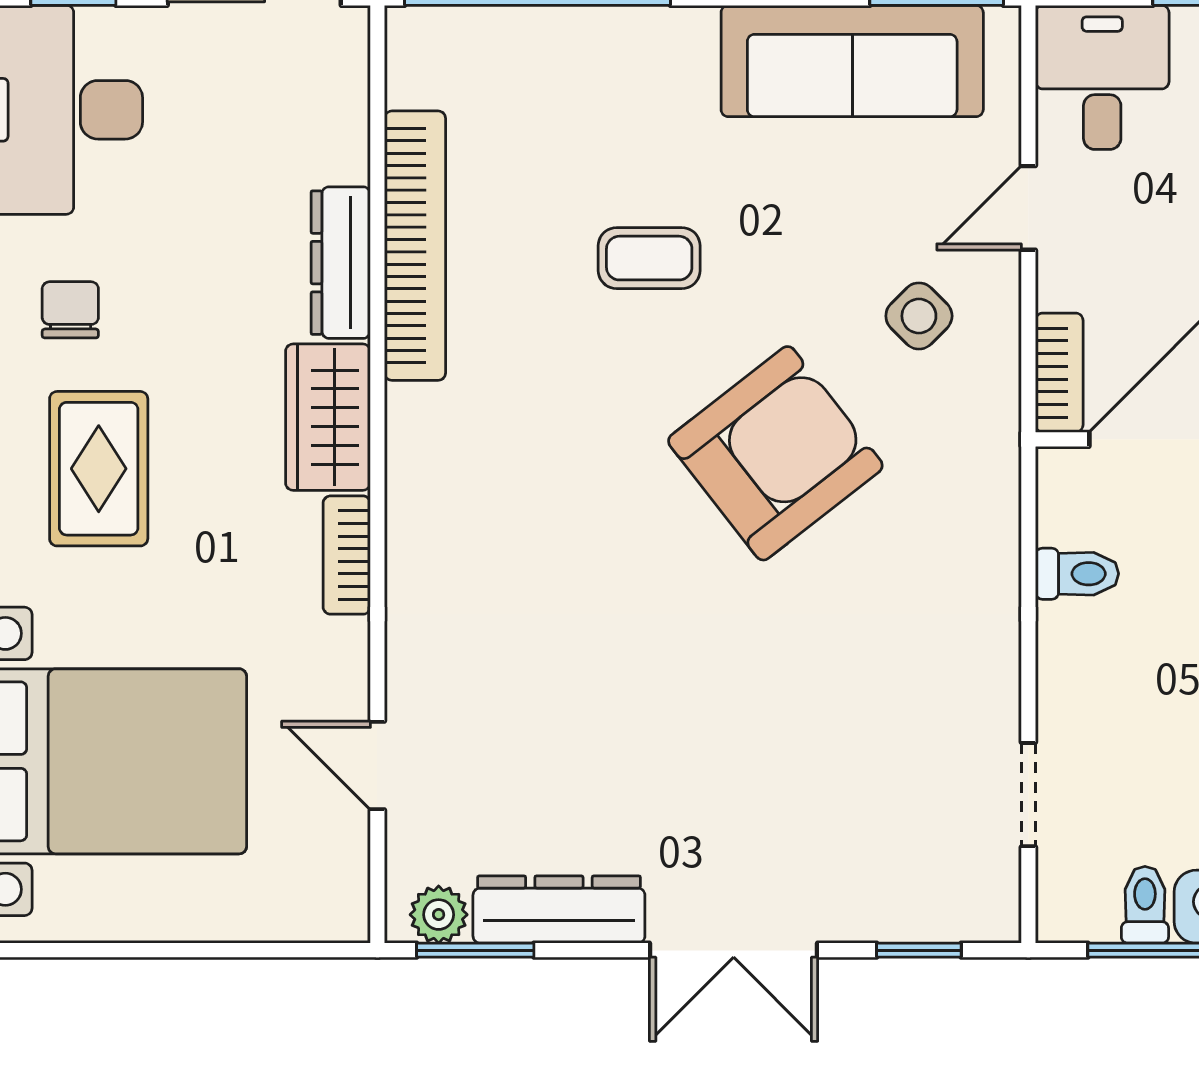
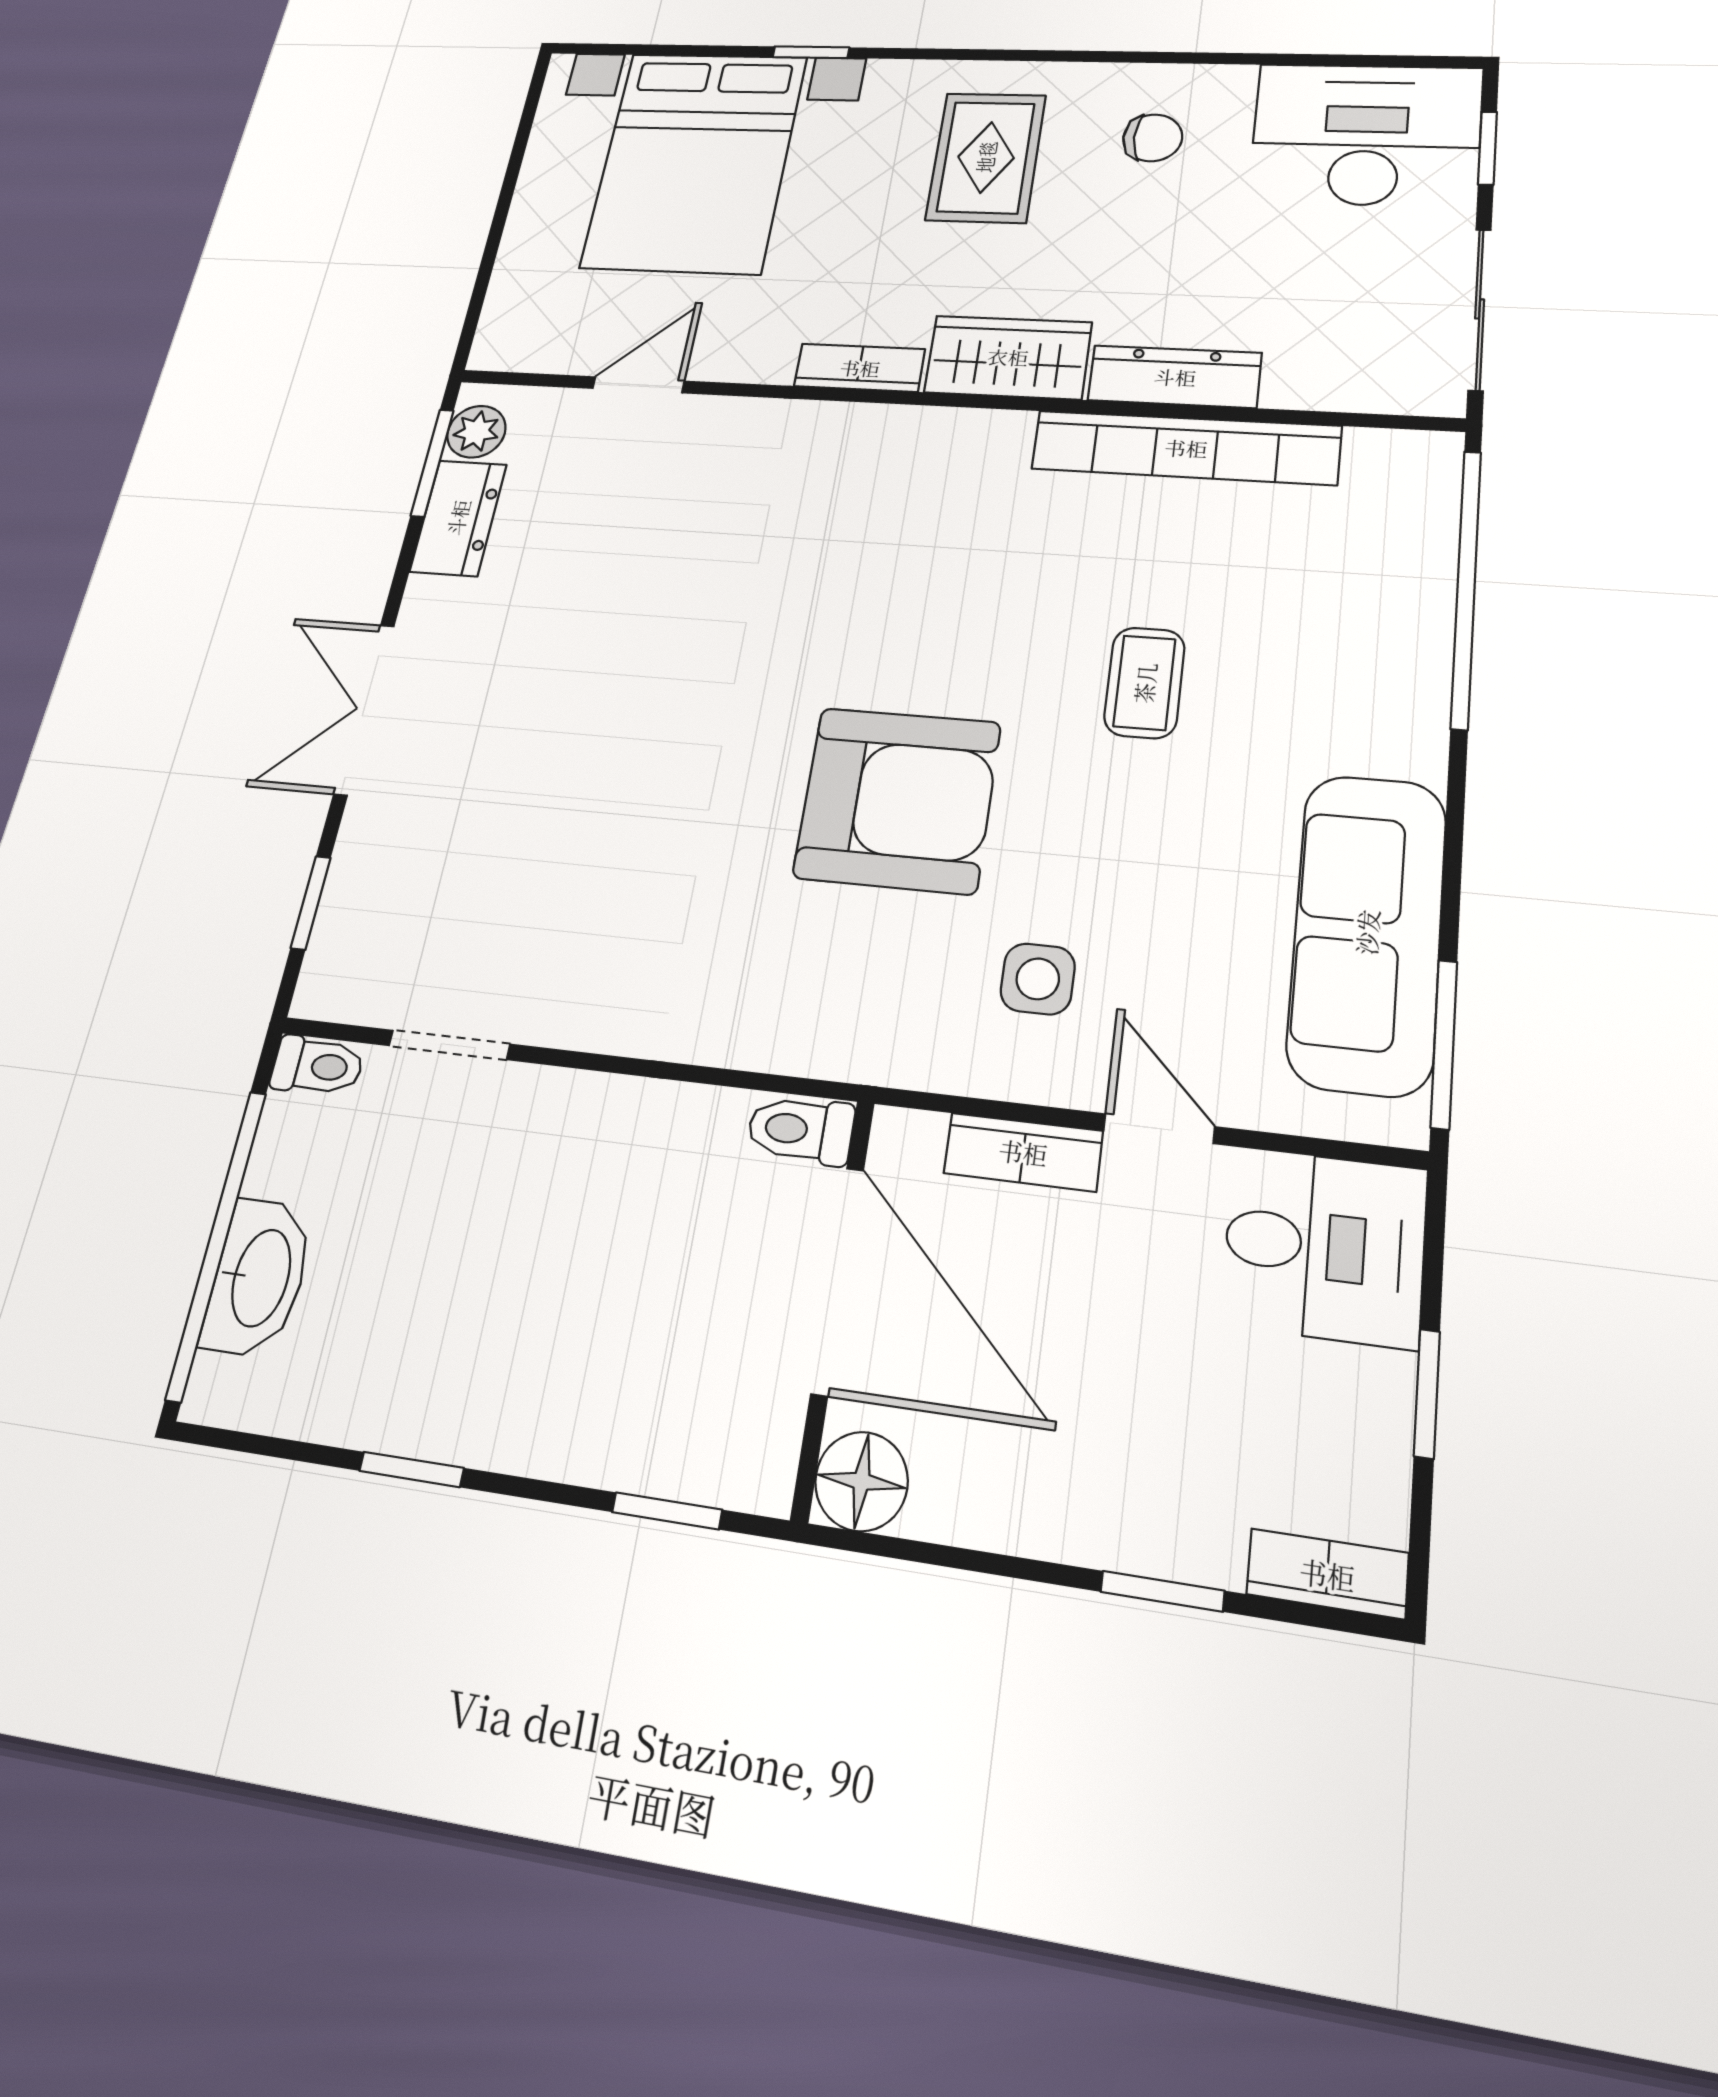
side table: (919, 316) -> (1038, 979), turned 45
bookcase: (1059, 373) -> (1023, 1152), moved
armchair: (775, 453) -> (897, 800), turned -52
rug: (99, 469) -> (986, 157), turned 90
toilet: (1077, 574) -> (801, 1130), moved, turned 90
toilet: (1145, 905) -> (317, 1066), moved
dresser: (559, 910) -> (458, 518), width x0.70

